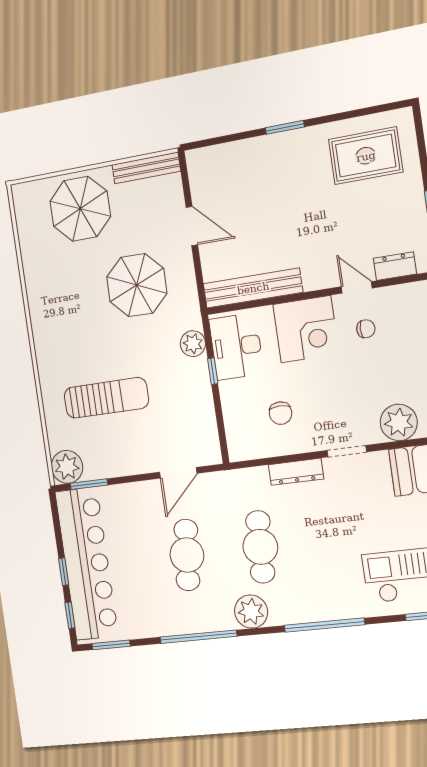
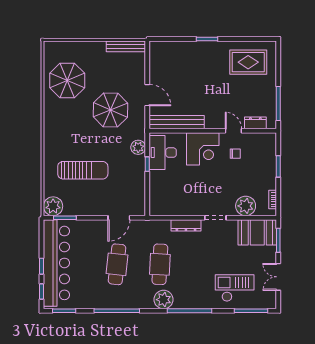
parasol: (80, 209) -> (67, 81), moved
door: (192, 226) -> (147, 95), moved
chair: (280, 413) -> (182, 192), removed
plant: (251, 612) -> (164, 300), moved

